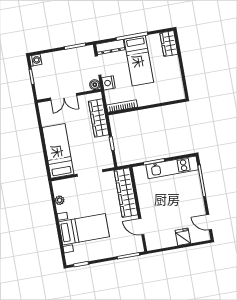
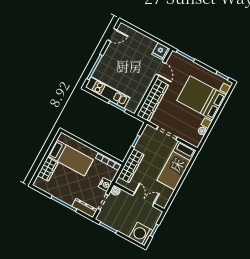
wardrobe: (169, 44) -> (48, 169), moved
washing machine: (36, 60) -> (141, 234), width x1.89, depth x1.89
bed: (139, 61) -> (71, 158), moved, turned 90
door: (209, 222) -> (112, 35), hinge flipped
bed with nightstands: (84, 229) -> (201, 98), width x1.36
fridge: (183, 237) -> (160, 51), moved

